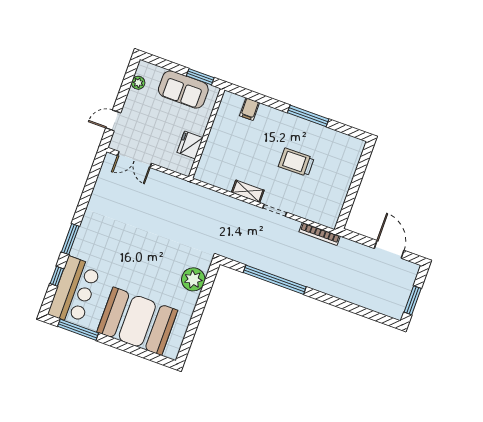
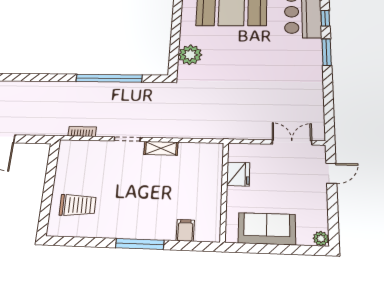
window: (200, 77) -> (253, 248), removed
plant: (138, 83) -> (321, 239), moved
window: (308, 116) -> (140, 244), moved
trolley: (296, 162) -> (78, 205), moved
bookcase: (320, 234) -> (82, 131), width x0.64

